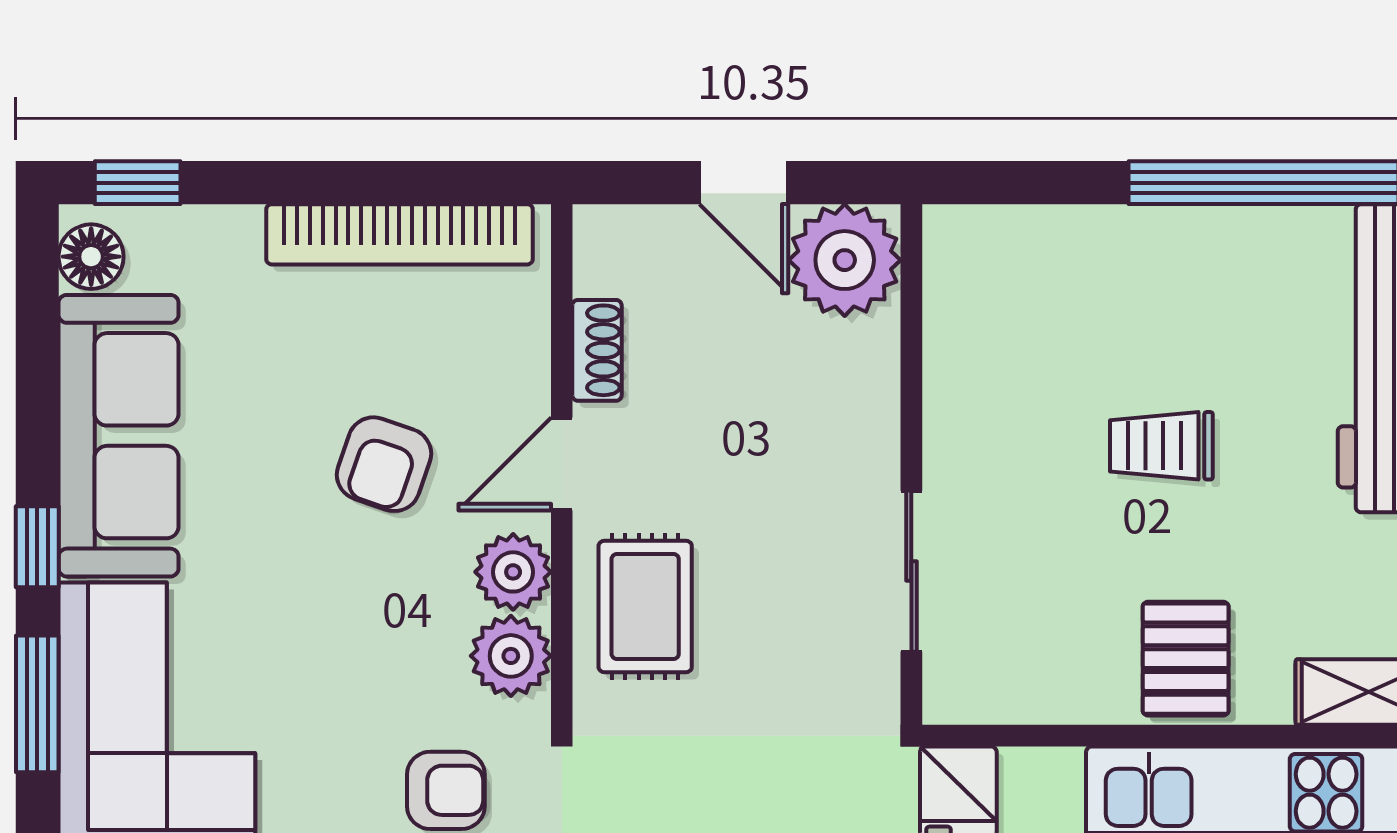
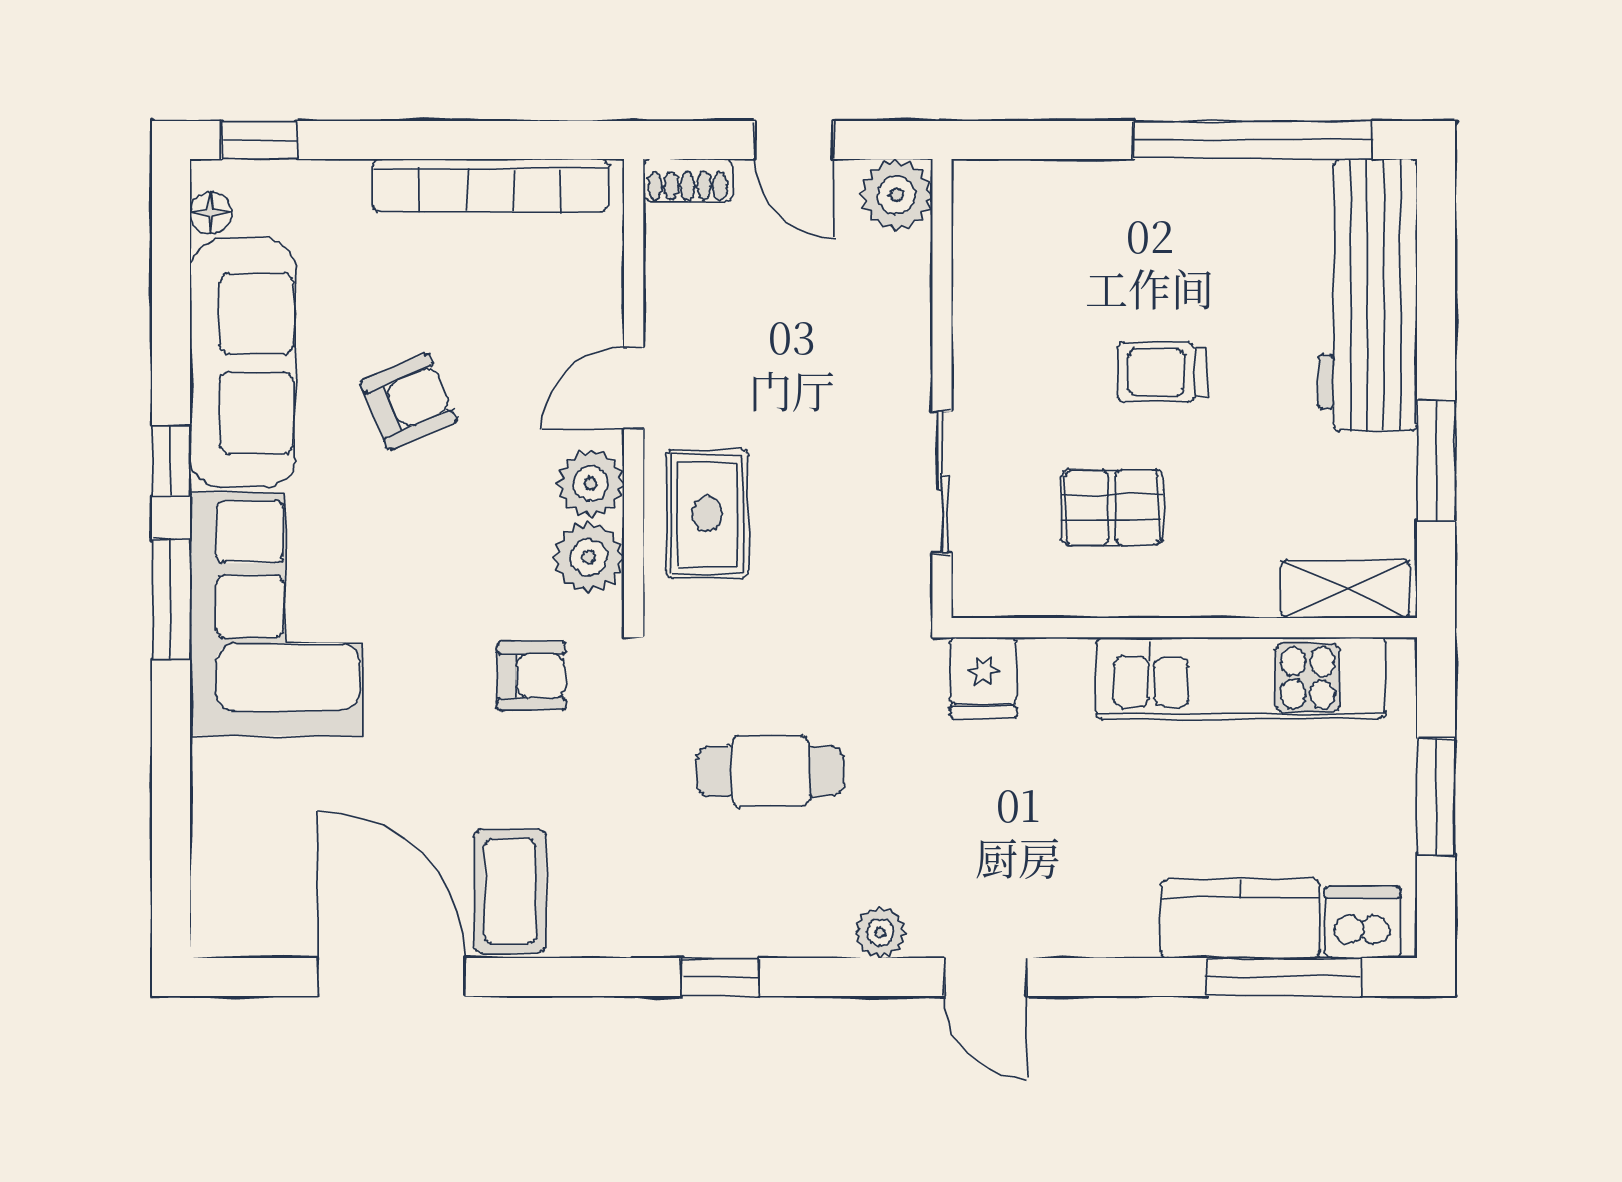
floor lamp: (91, 257) -> (211, 213), width x0.73, depth x0.73
plant: (845, 260) -> (896, 195), width x0.73, depth x0.73
shoe rack: (597, 350) -> (688, 180), moved, turned 90
armchair: (384, 464) -> (408, 402), moved, turned -132
pallet: (1186, 659) -> (1112, 508), moved, turned 90

